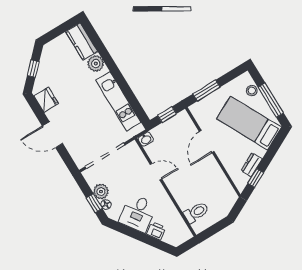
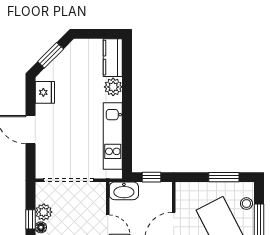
window: (33, 69) -> (51, 55), width x1.50
window: (207, 90) -> (224, 177), moved
washbasin: (146, 139) -> (124, 191), width x1.91, depth x1.45

